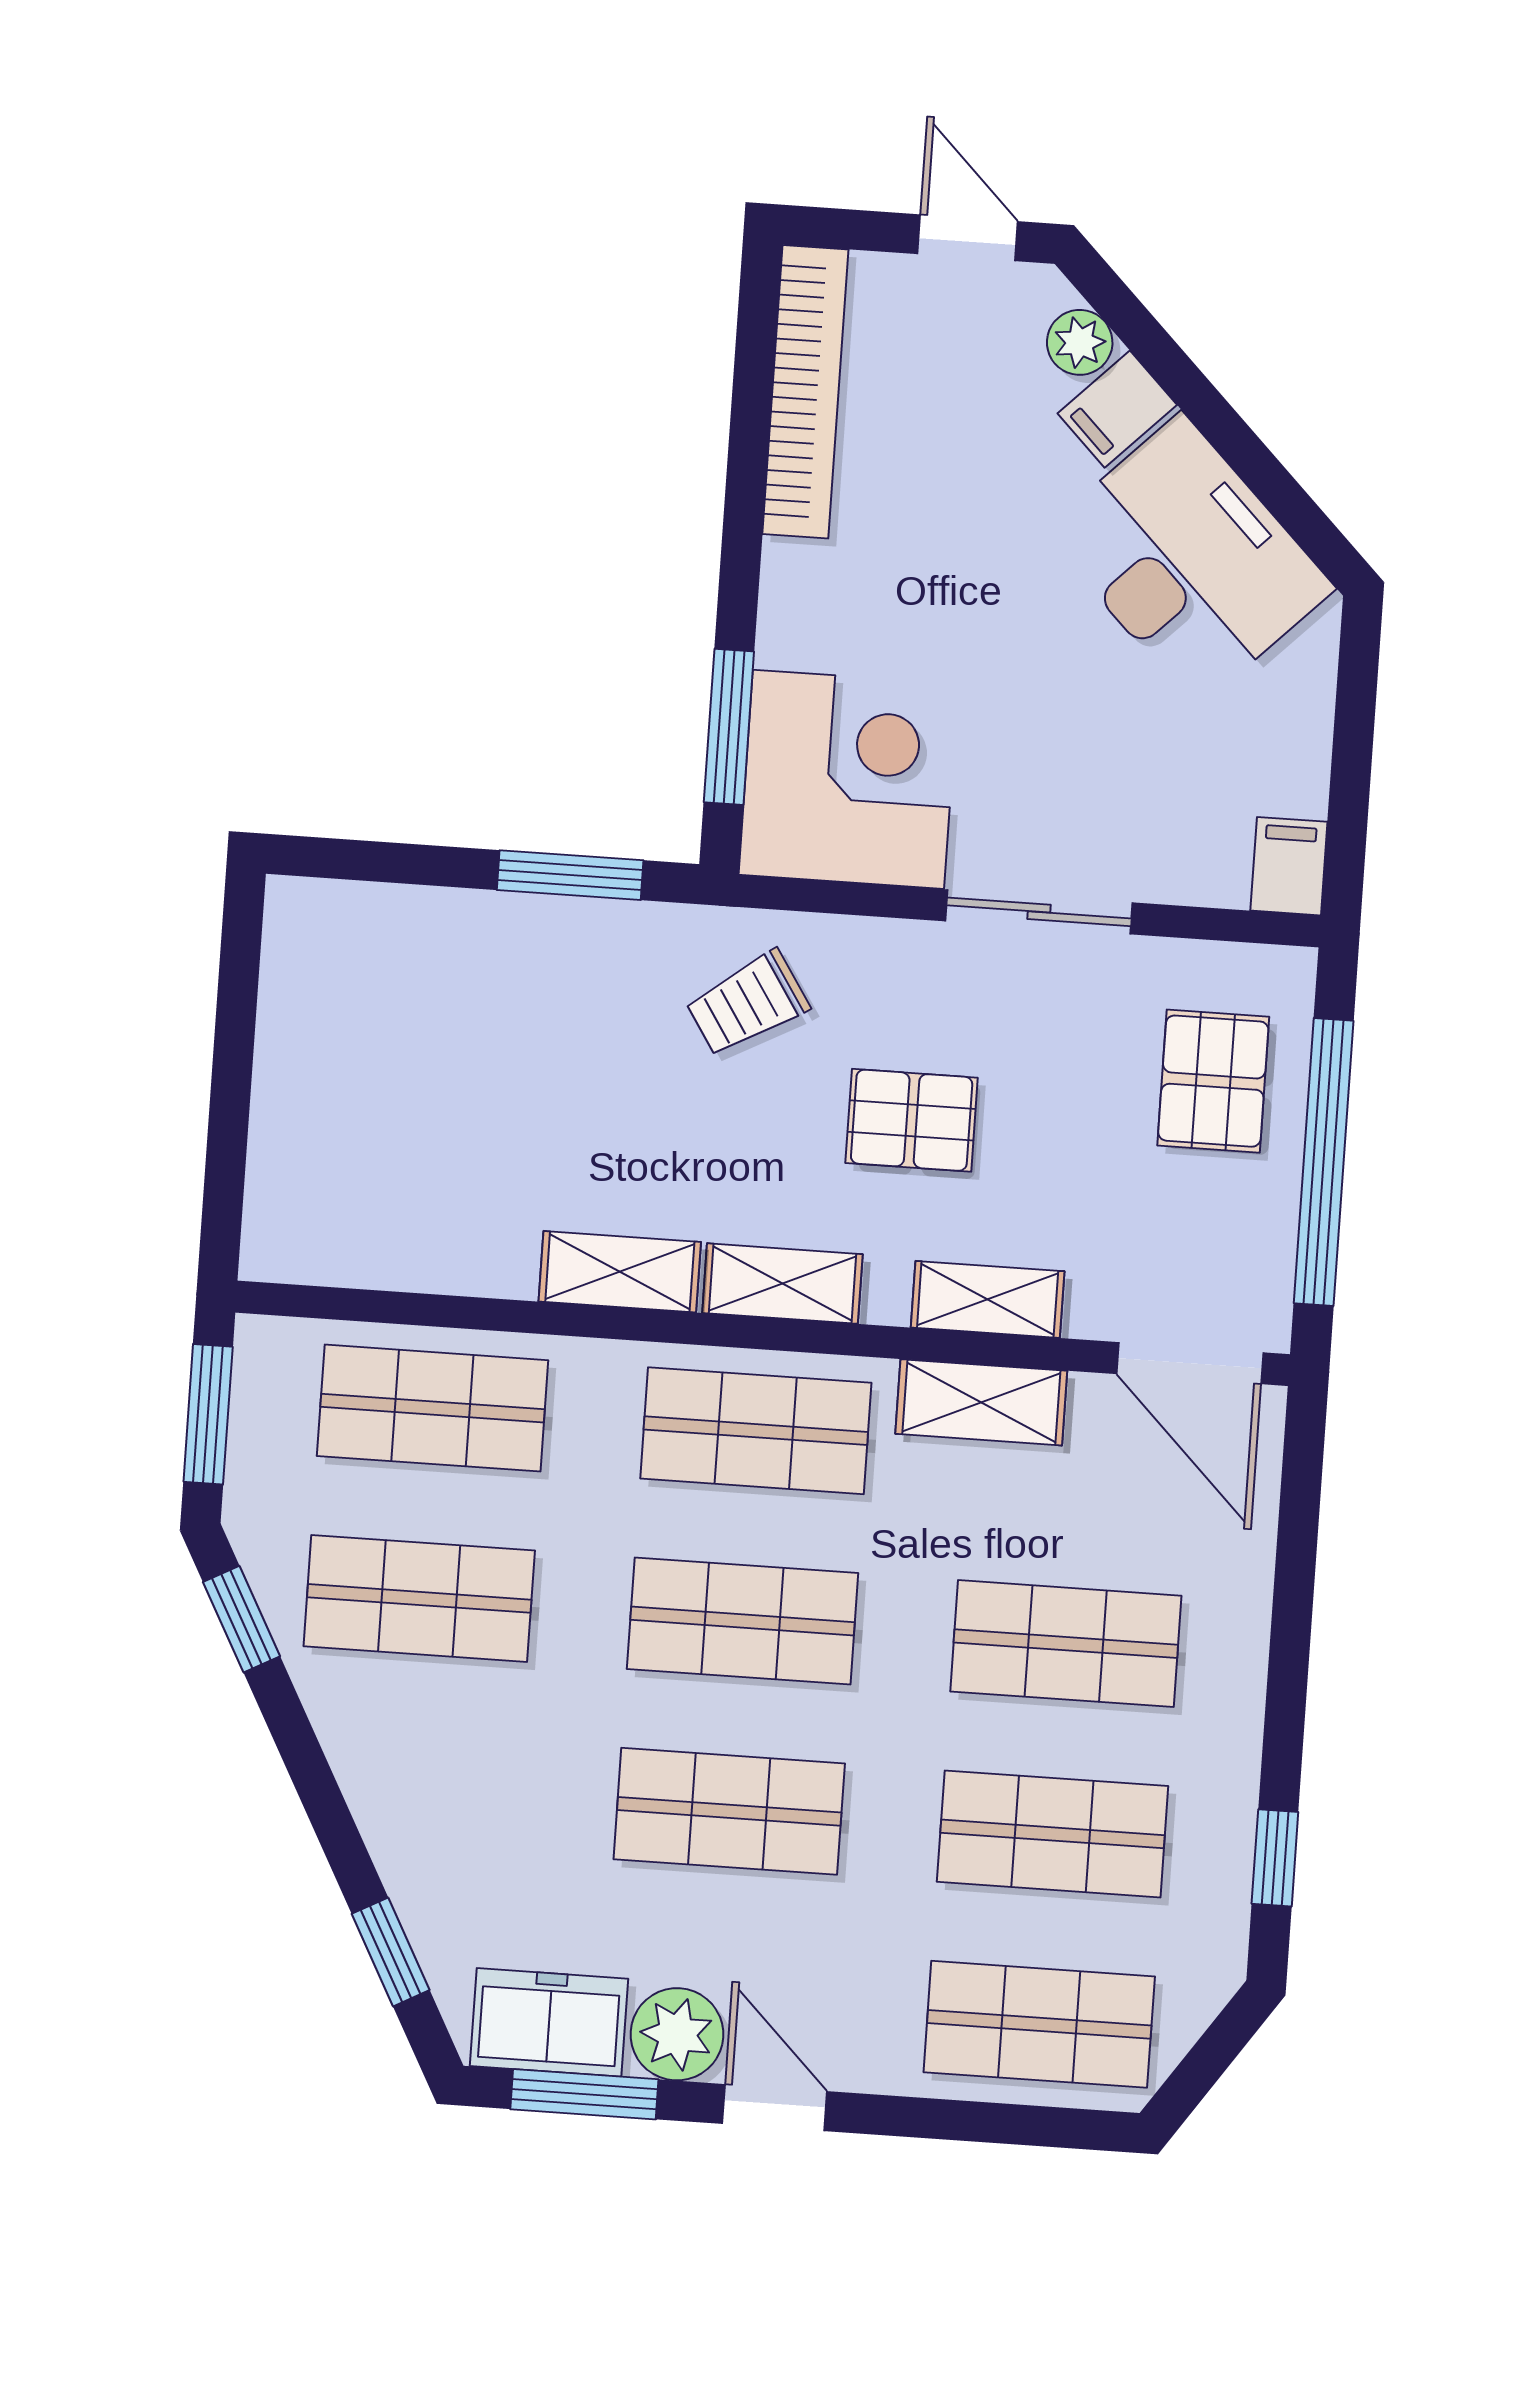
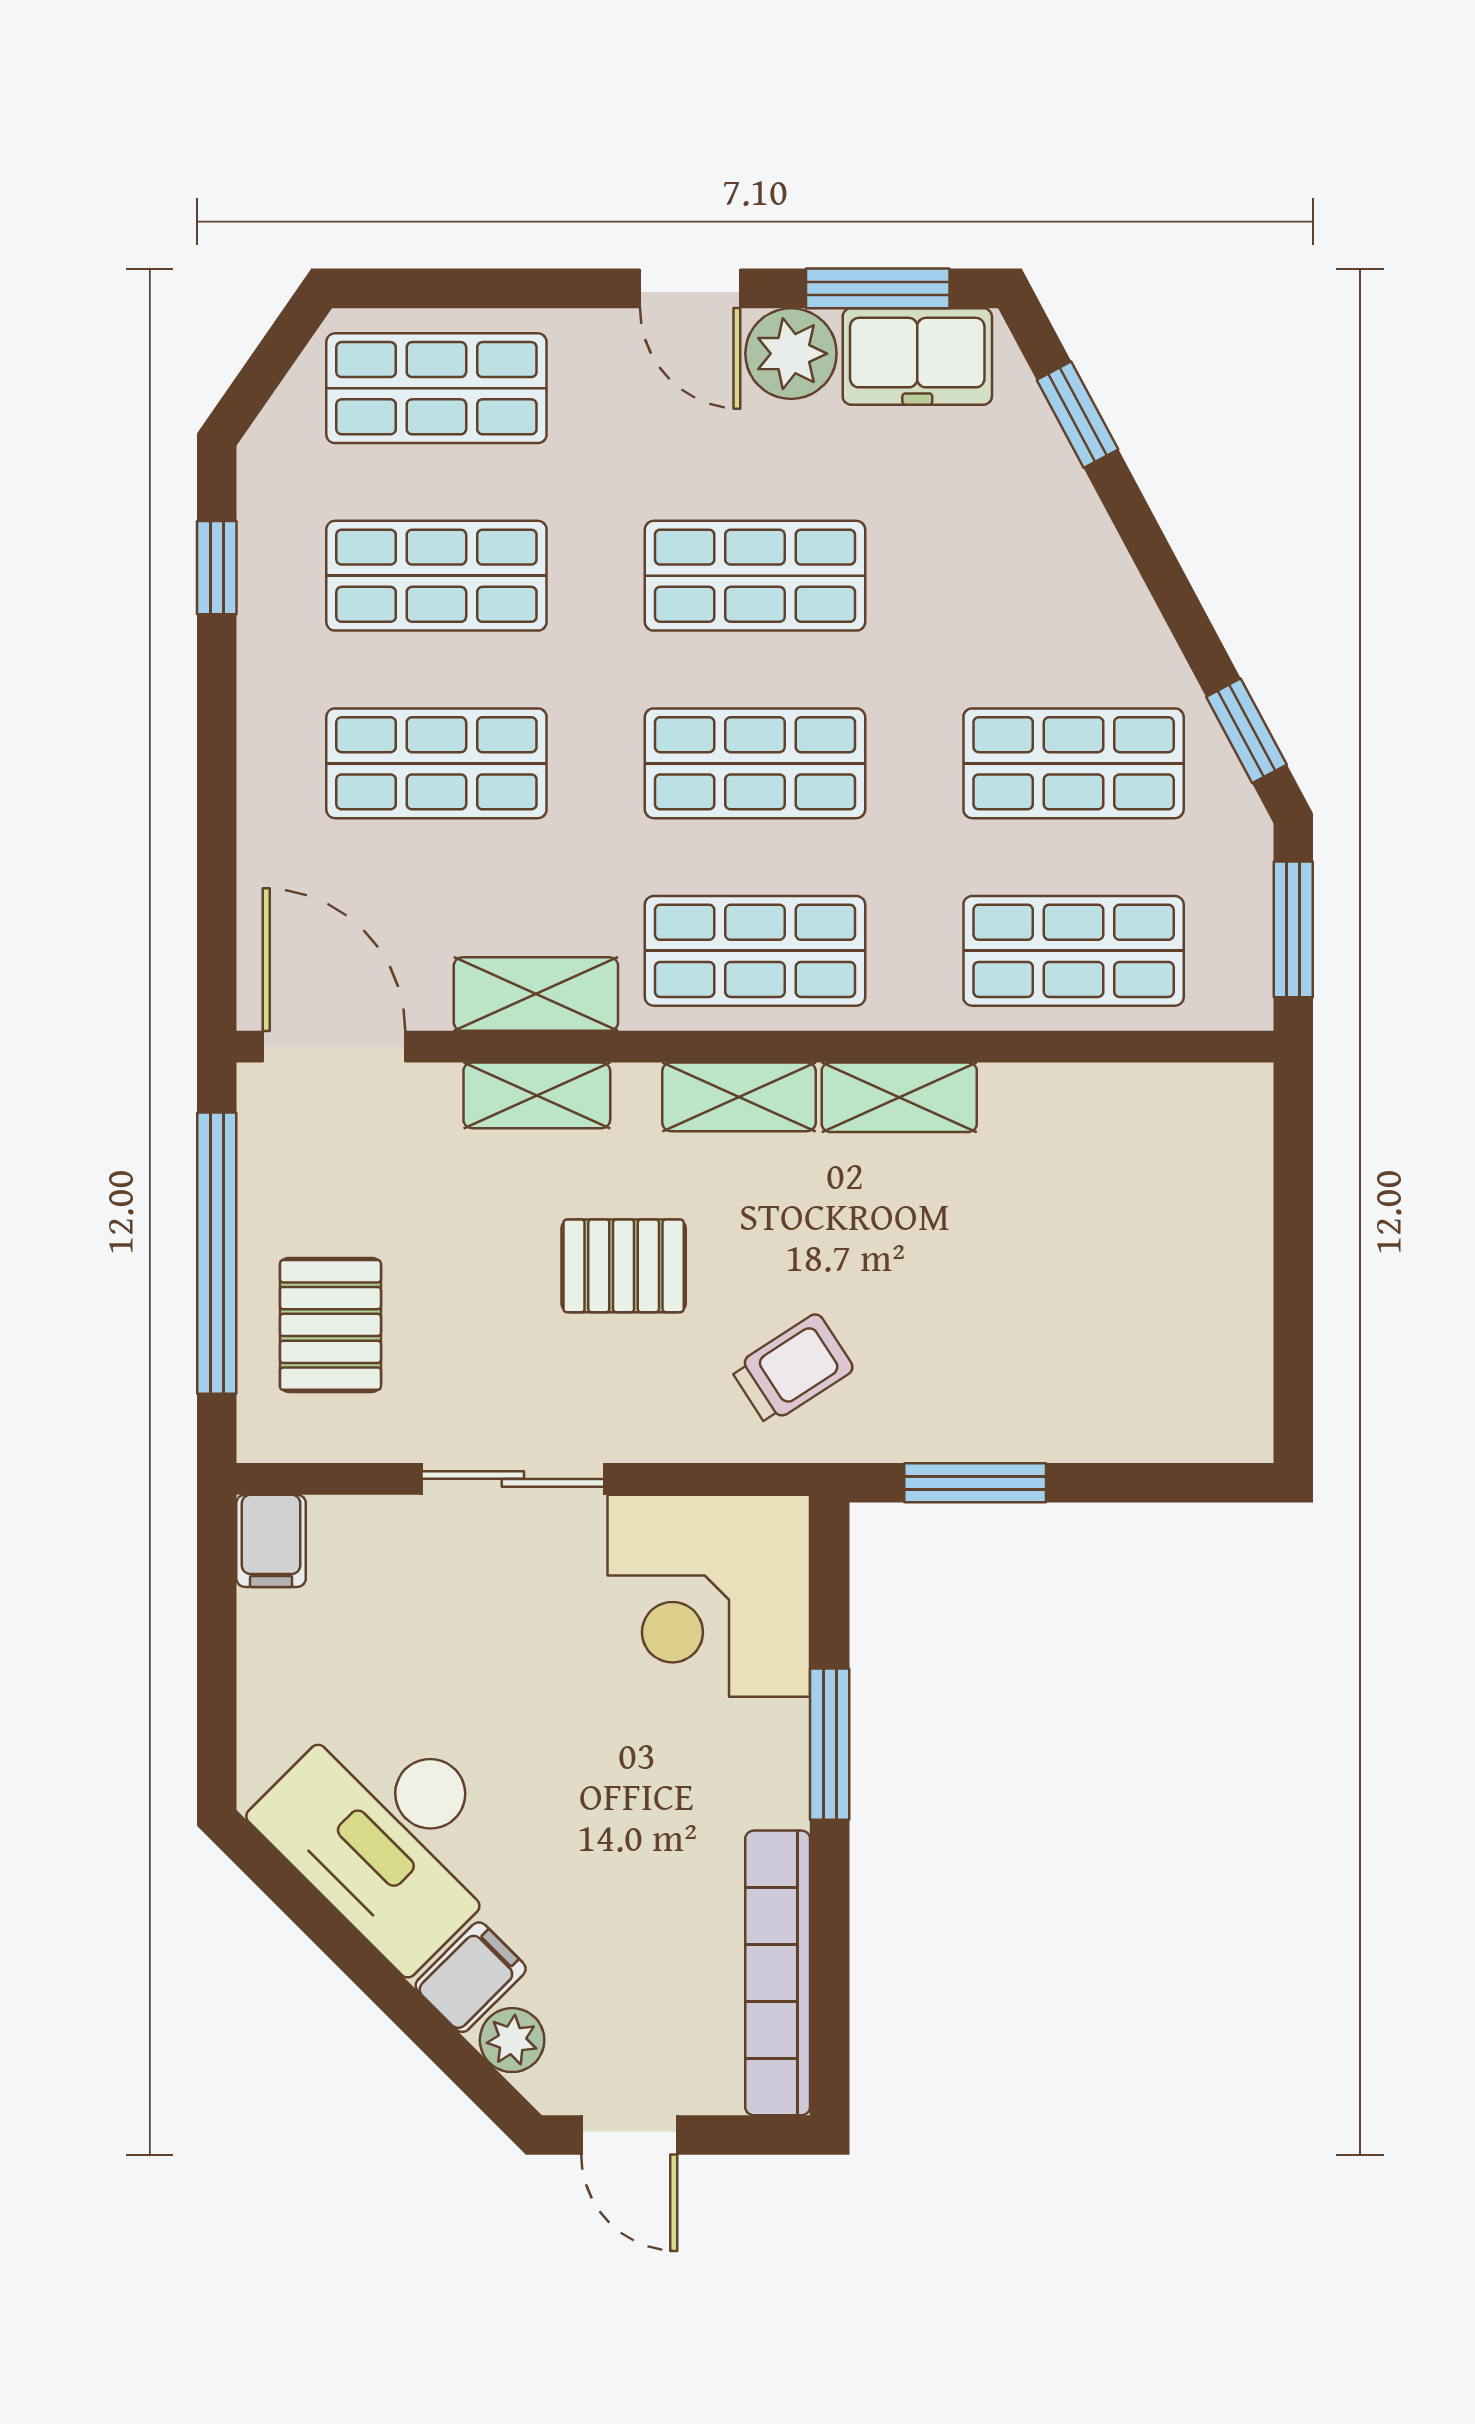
window: (729, 727) -> (830, 1744), moved

